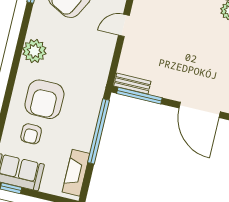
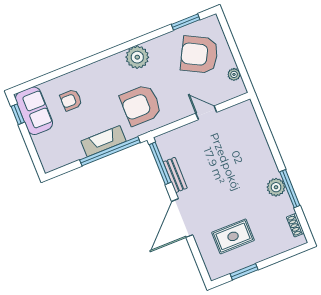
bench: (132, 84) -> (175, 175), moved
armchair: (44, 99) -> (141, 105), moved
fireplace: (76, 173) -> (104, 141), moved

